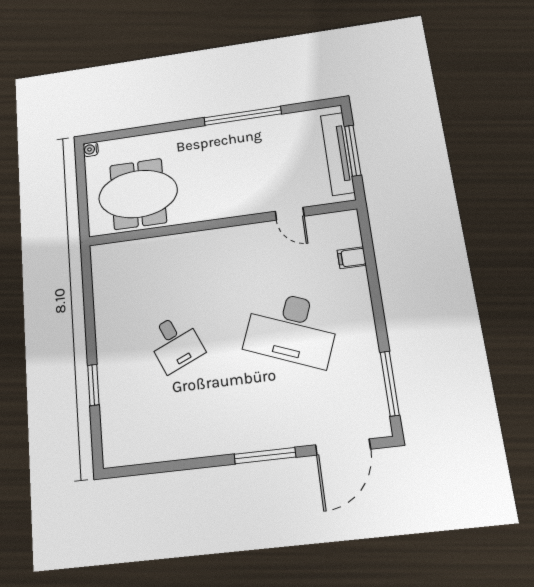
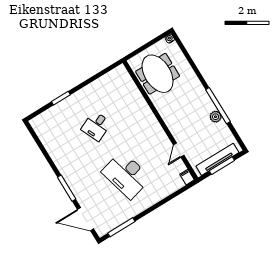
plant: (260, 127) -> (216, 117), added
filing cabinet: (352, 258) -> (187, 177), moved
desk: (292, 328) -> (126, 175), turned -36

